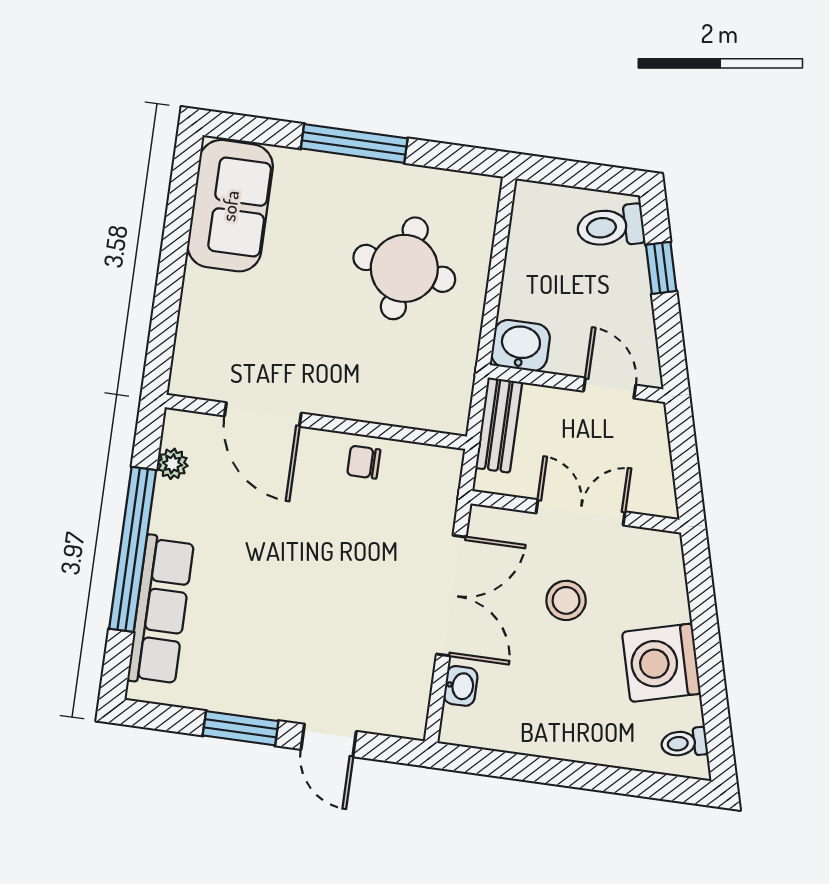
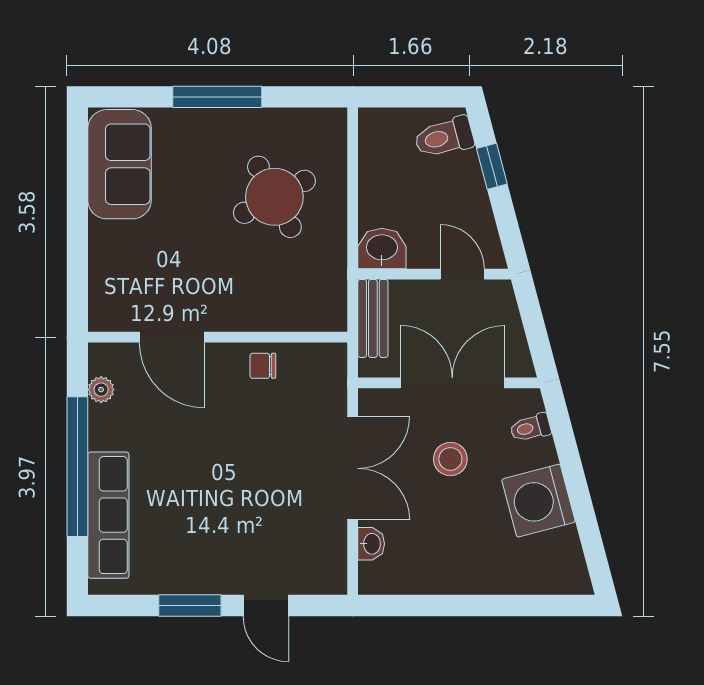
round table: (404, 268) -> (274, 197), turned -36
double door: (581, 512) -> (452, 383), width x1.37
toilet: (684, 743) -> (530, 428), moved

